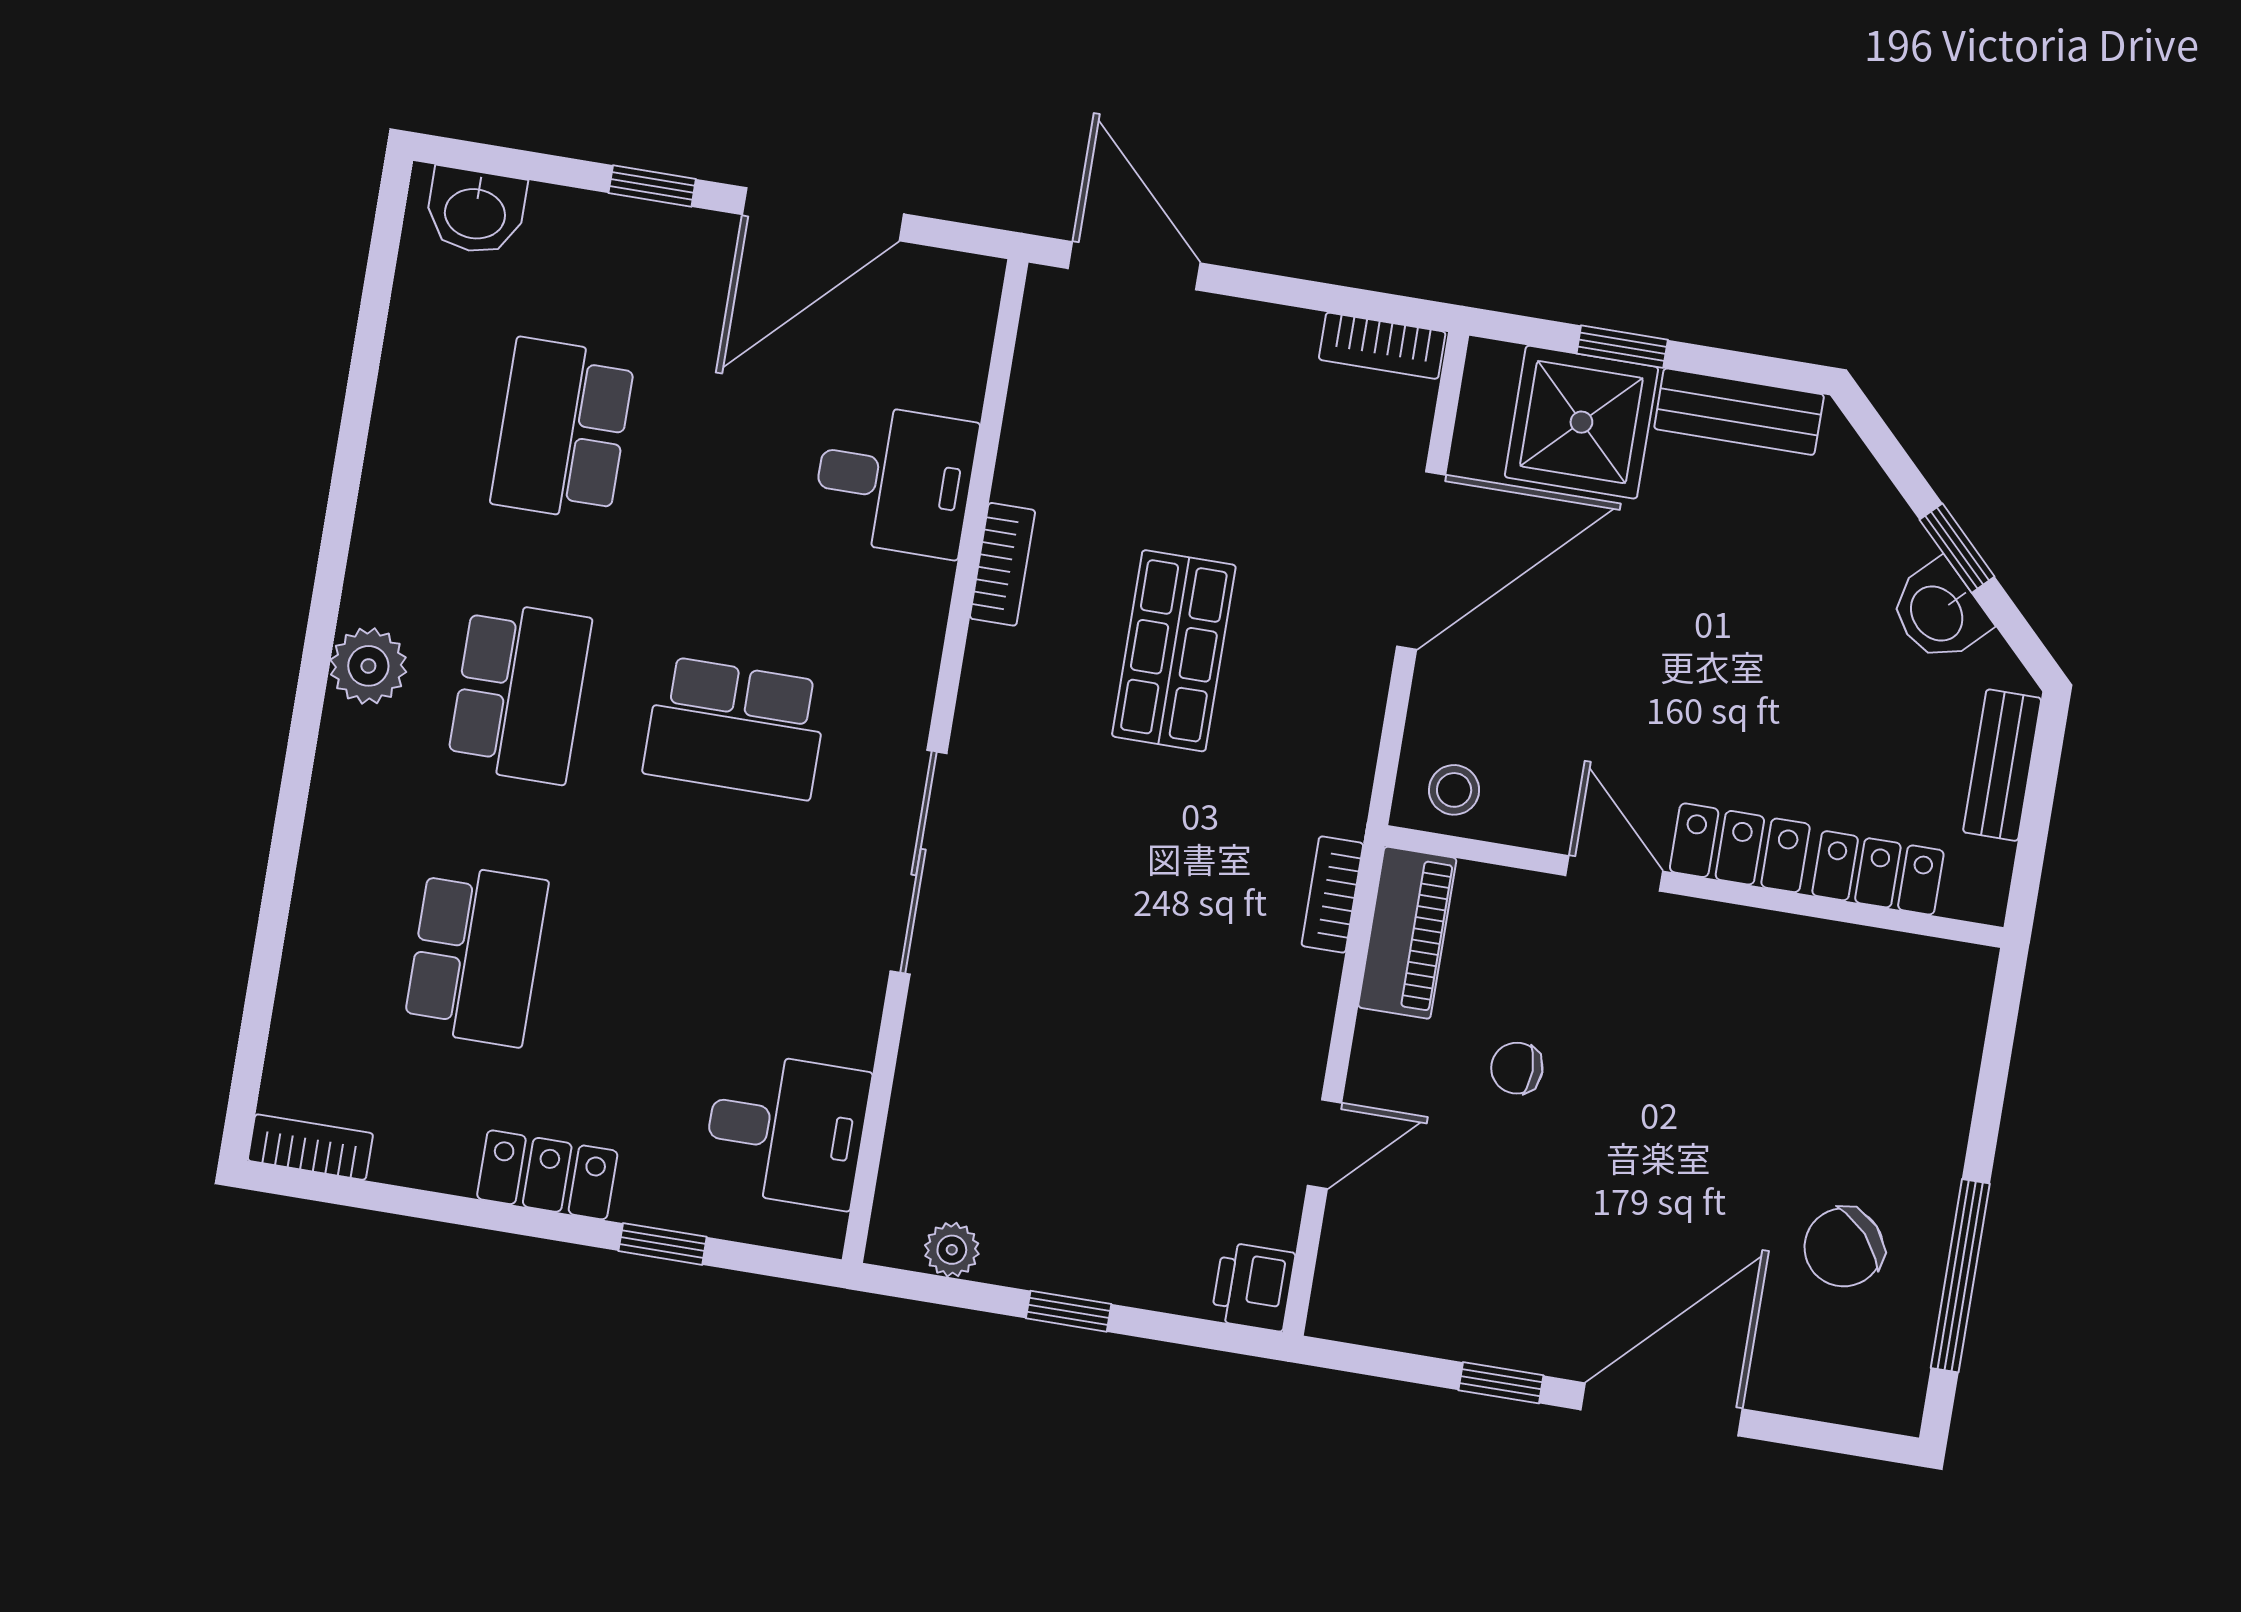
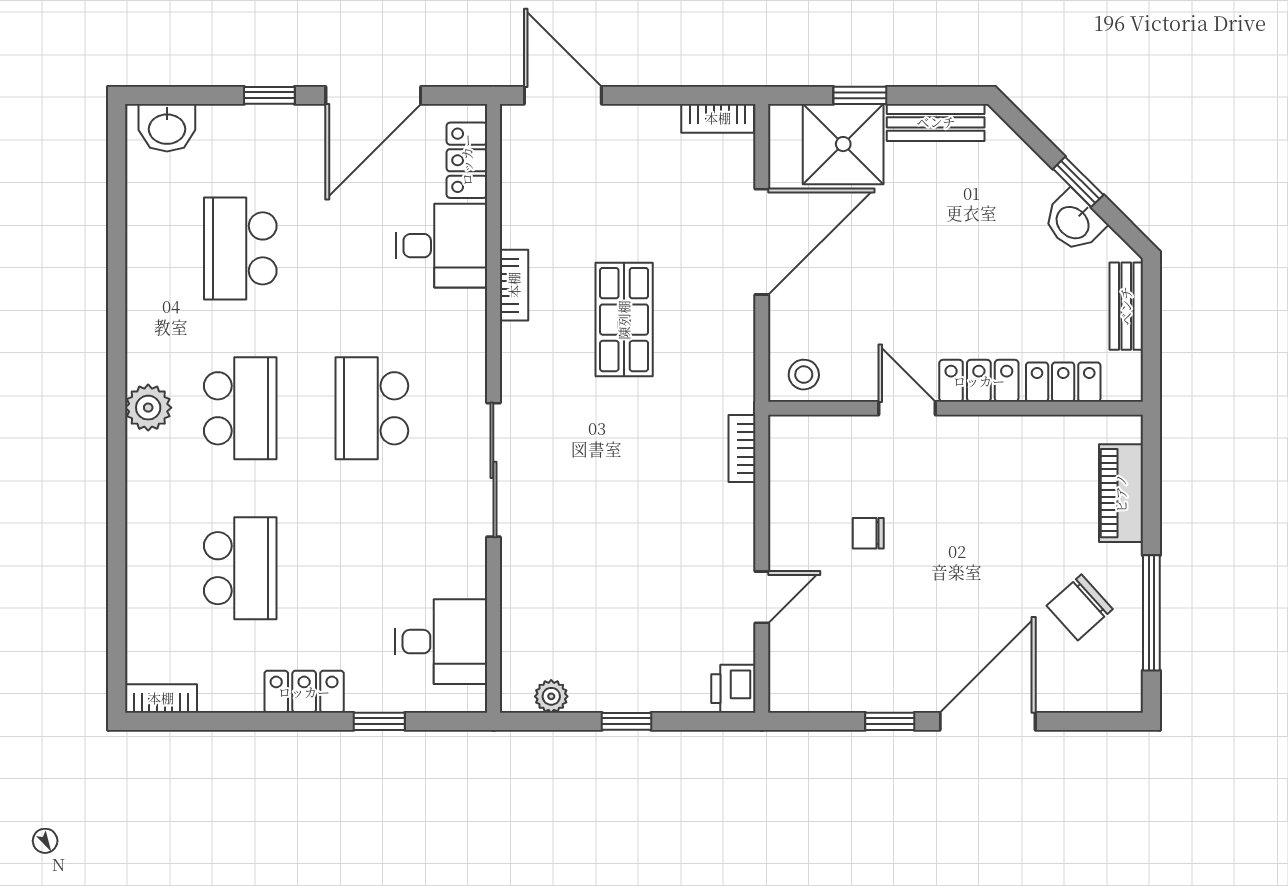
locker: (959, 346) -> (467, 160), added
school desk: (736, 728) -> (372, 408), turned 90
piano: (1407, 933) -> (1121, 493), moved, turned 180

